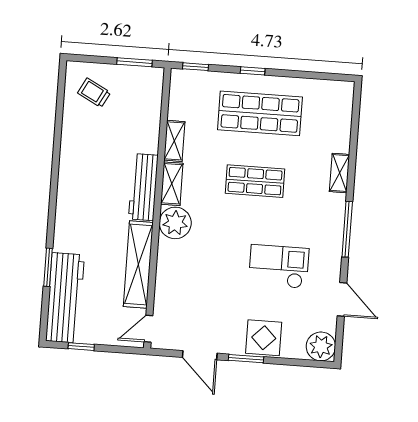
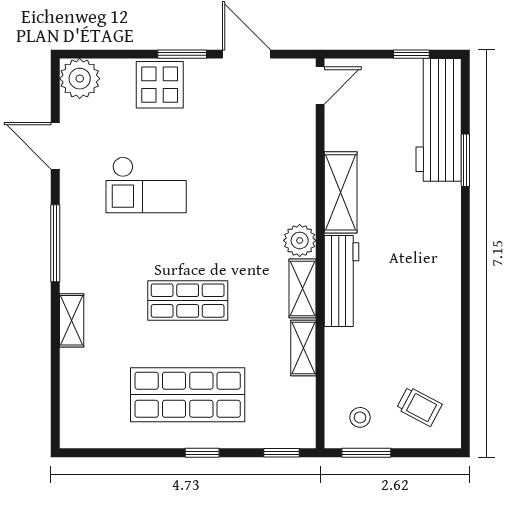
stool: (137, 88) -> (360, 417), added
plant: (175, 223) -> (300, 240), width x0.73, depth x0.73
shelving: (138, 265) -> (341, 192), width x0.68

